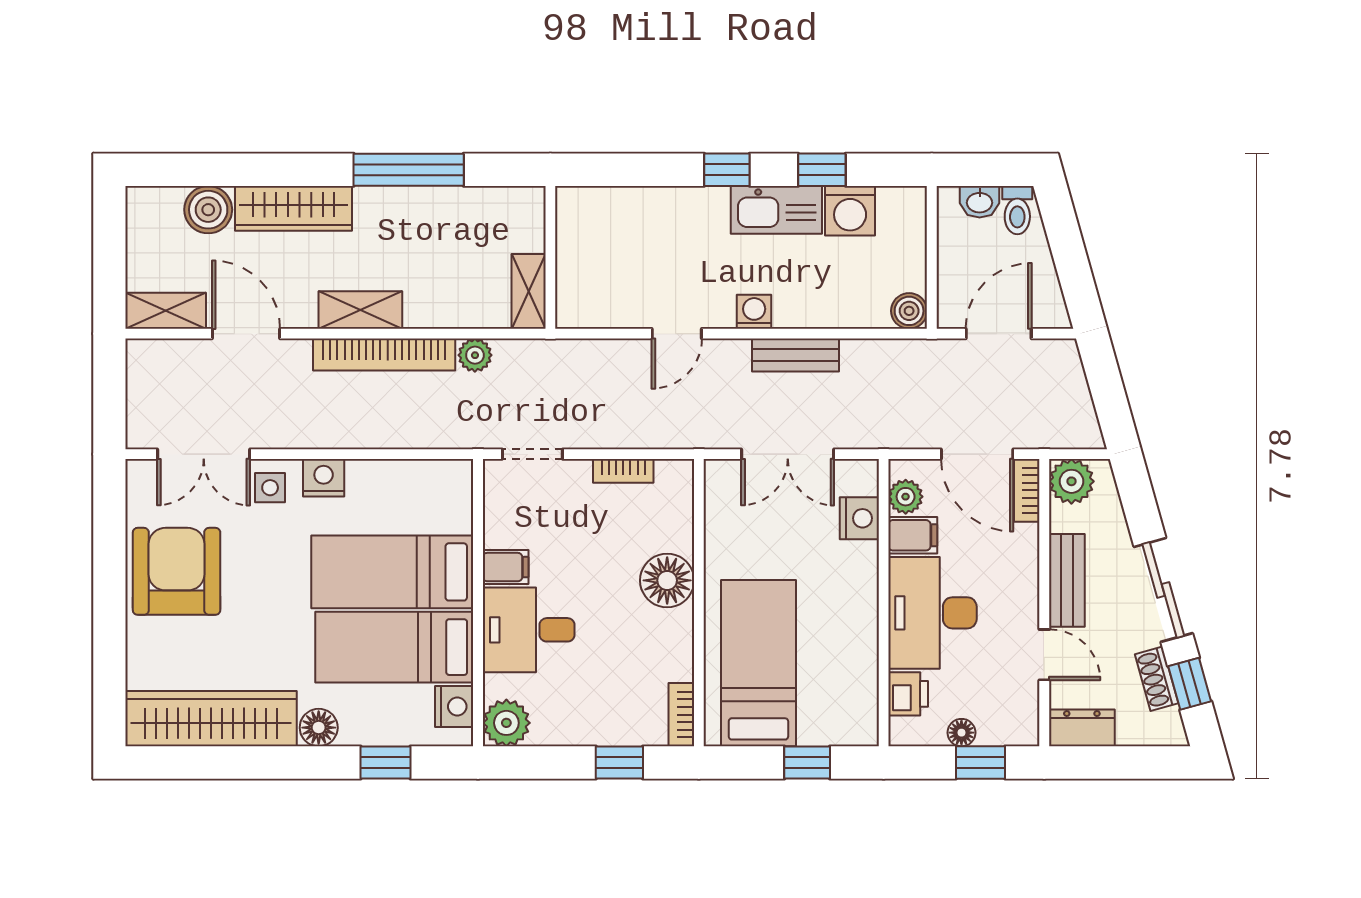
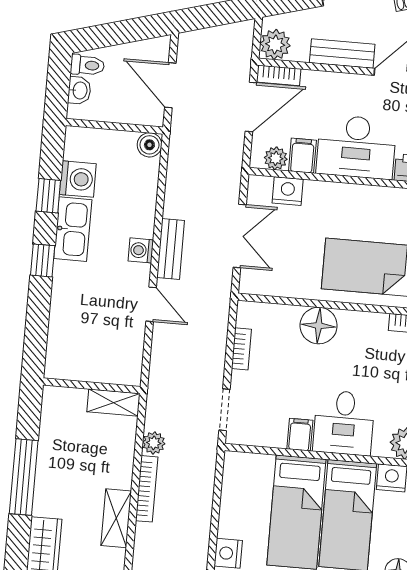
bookcase: (384, 355) -> (147, 489), width x0.68, depth x0.76
bench: (795, 355) -> (171, 249), moved

